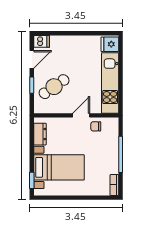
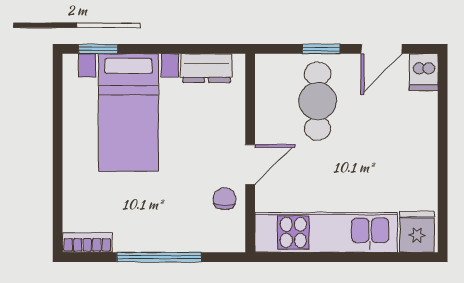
door: (32, 59) -> (382, 49), hinge flipped
cafe table: (54, 87) -> (318, 101), turned 35
door: (81, 115) -> (250, 165), hinge flipped

